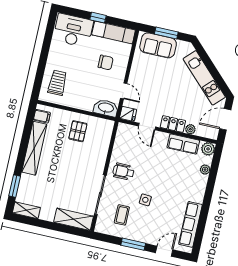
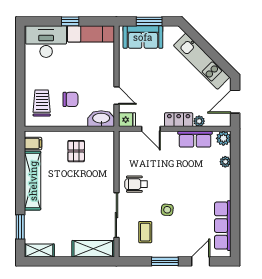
chair: (106, 62) -> (71, 99), moved

